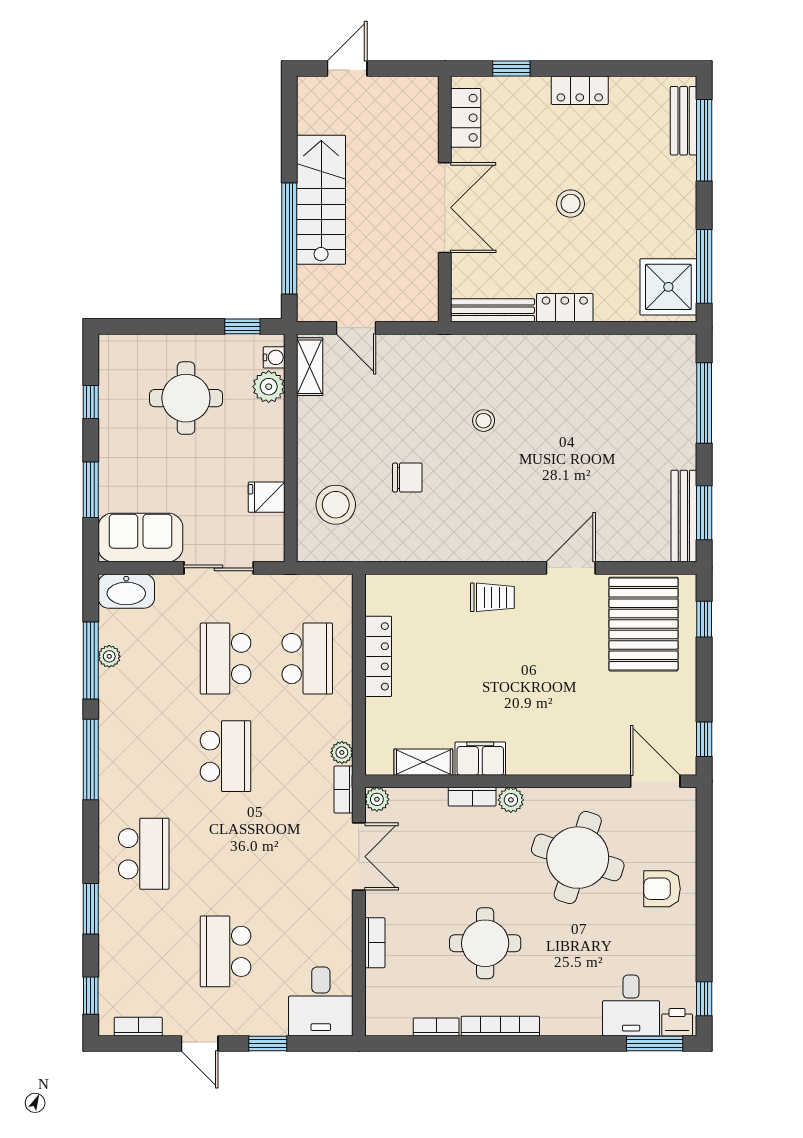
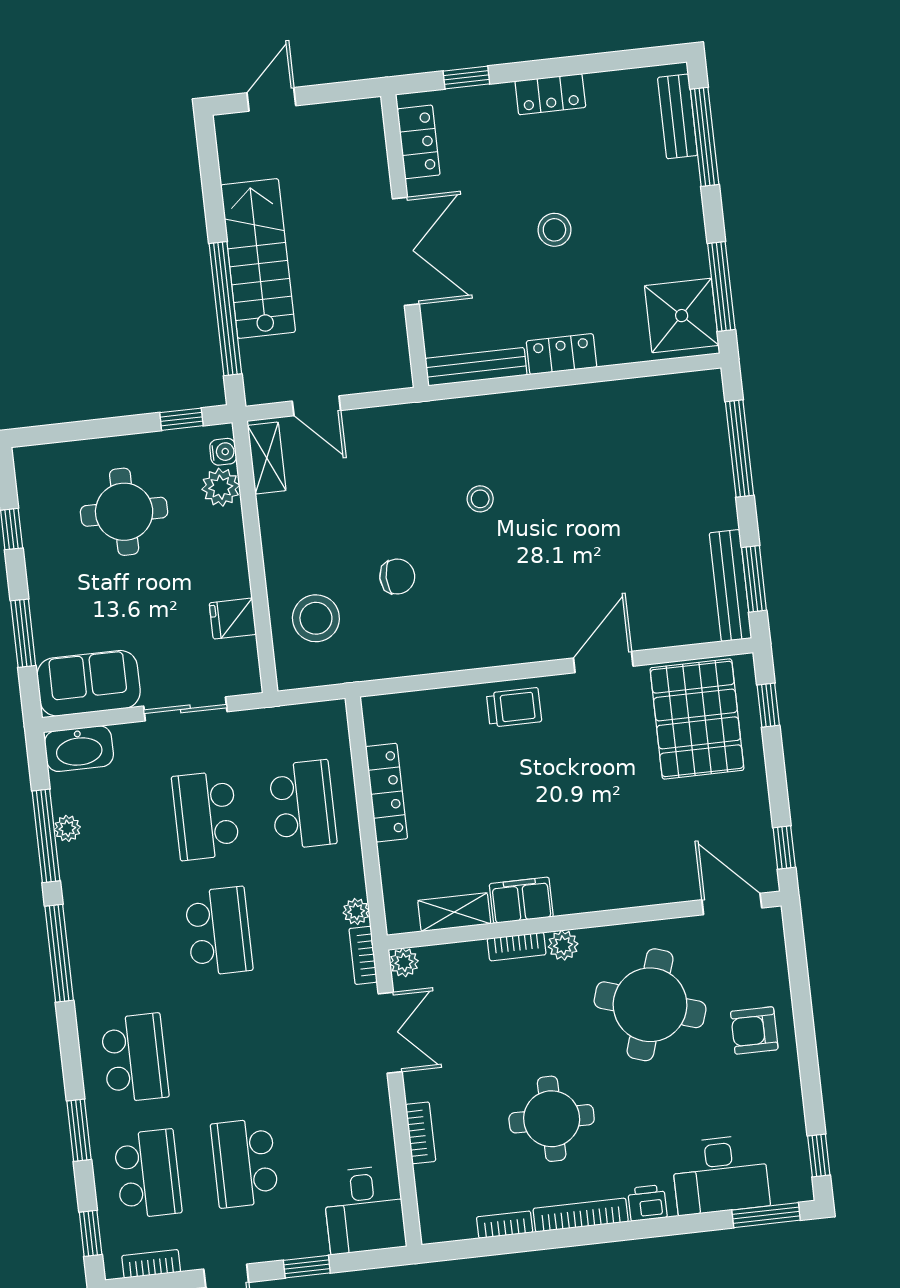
school desk: (144, 951) -> (148, 1174), added
desk: (631, 1006) -> (720, 1175), width x1.37
printer: (677, 1022) -> (647, 1203), moved

